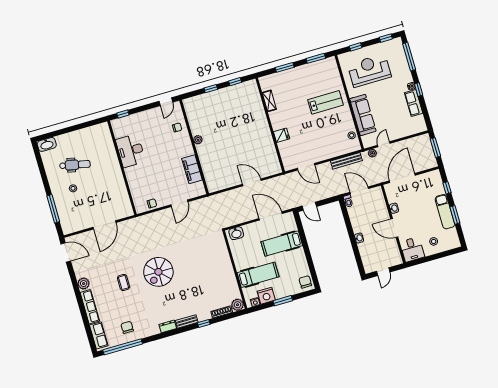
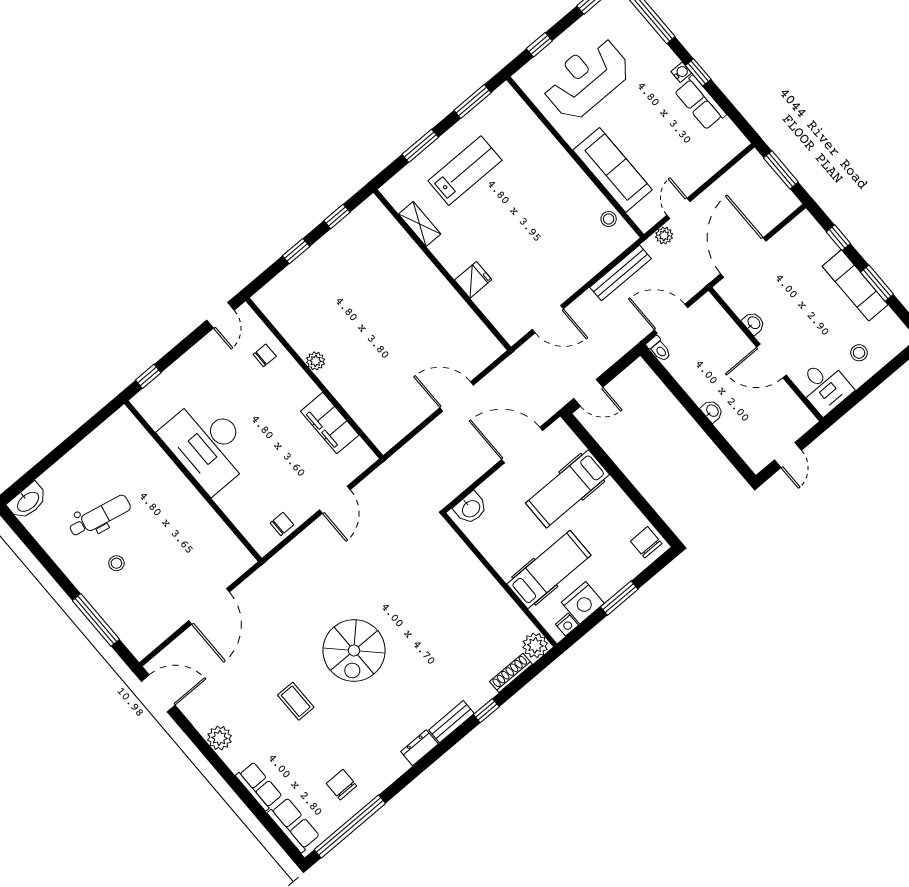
lab bench: (326, 102) -> (465, 171), moved
desk: (131, 151) -> (208, 444), width x1.36, depth x1.30
row of seats: (90, 307) -> (259, 786), width x0.68

